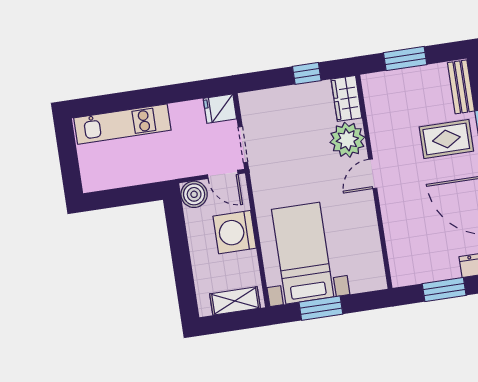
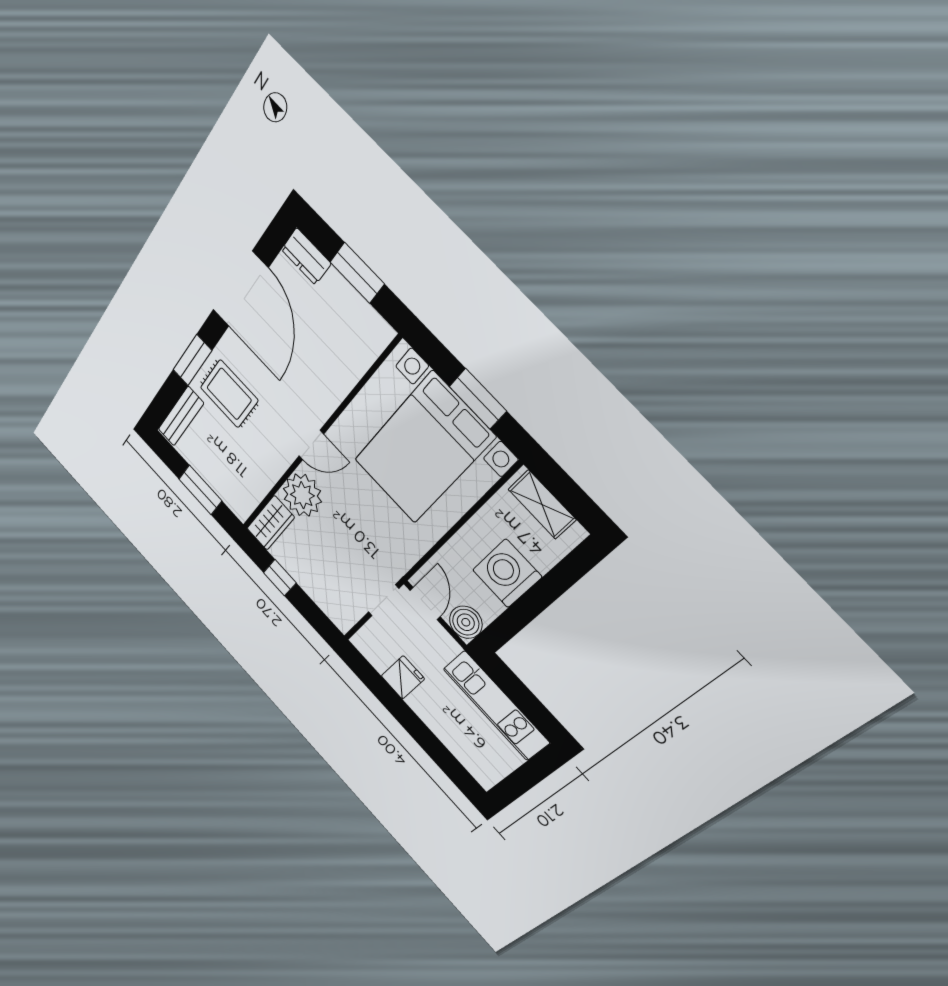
fridge: (220, 109) -> (403, 677), moved, turned -90
kitchen unit: (122, 124) -> (496, 706), moved, turned 180
washing machine: (235, 232) -> (507, 573), moved, turned 180
bed with nightstands: (303, 253) -> (423, 448), width x1.36

